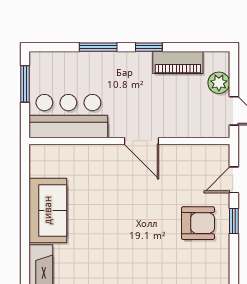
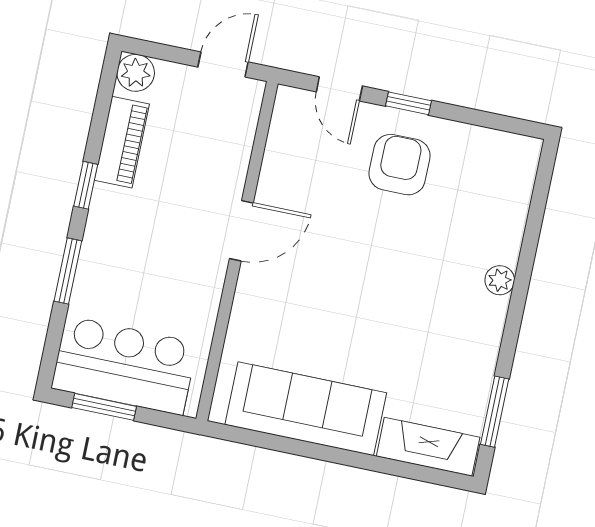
plant: (219, 83) -> (136, 73), moved
bar counter: (68, 116) -> (124, 366), moved, turned 90
sofa: (48, 210) -> (306, 409), width x1.36

